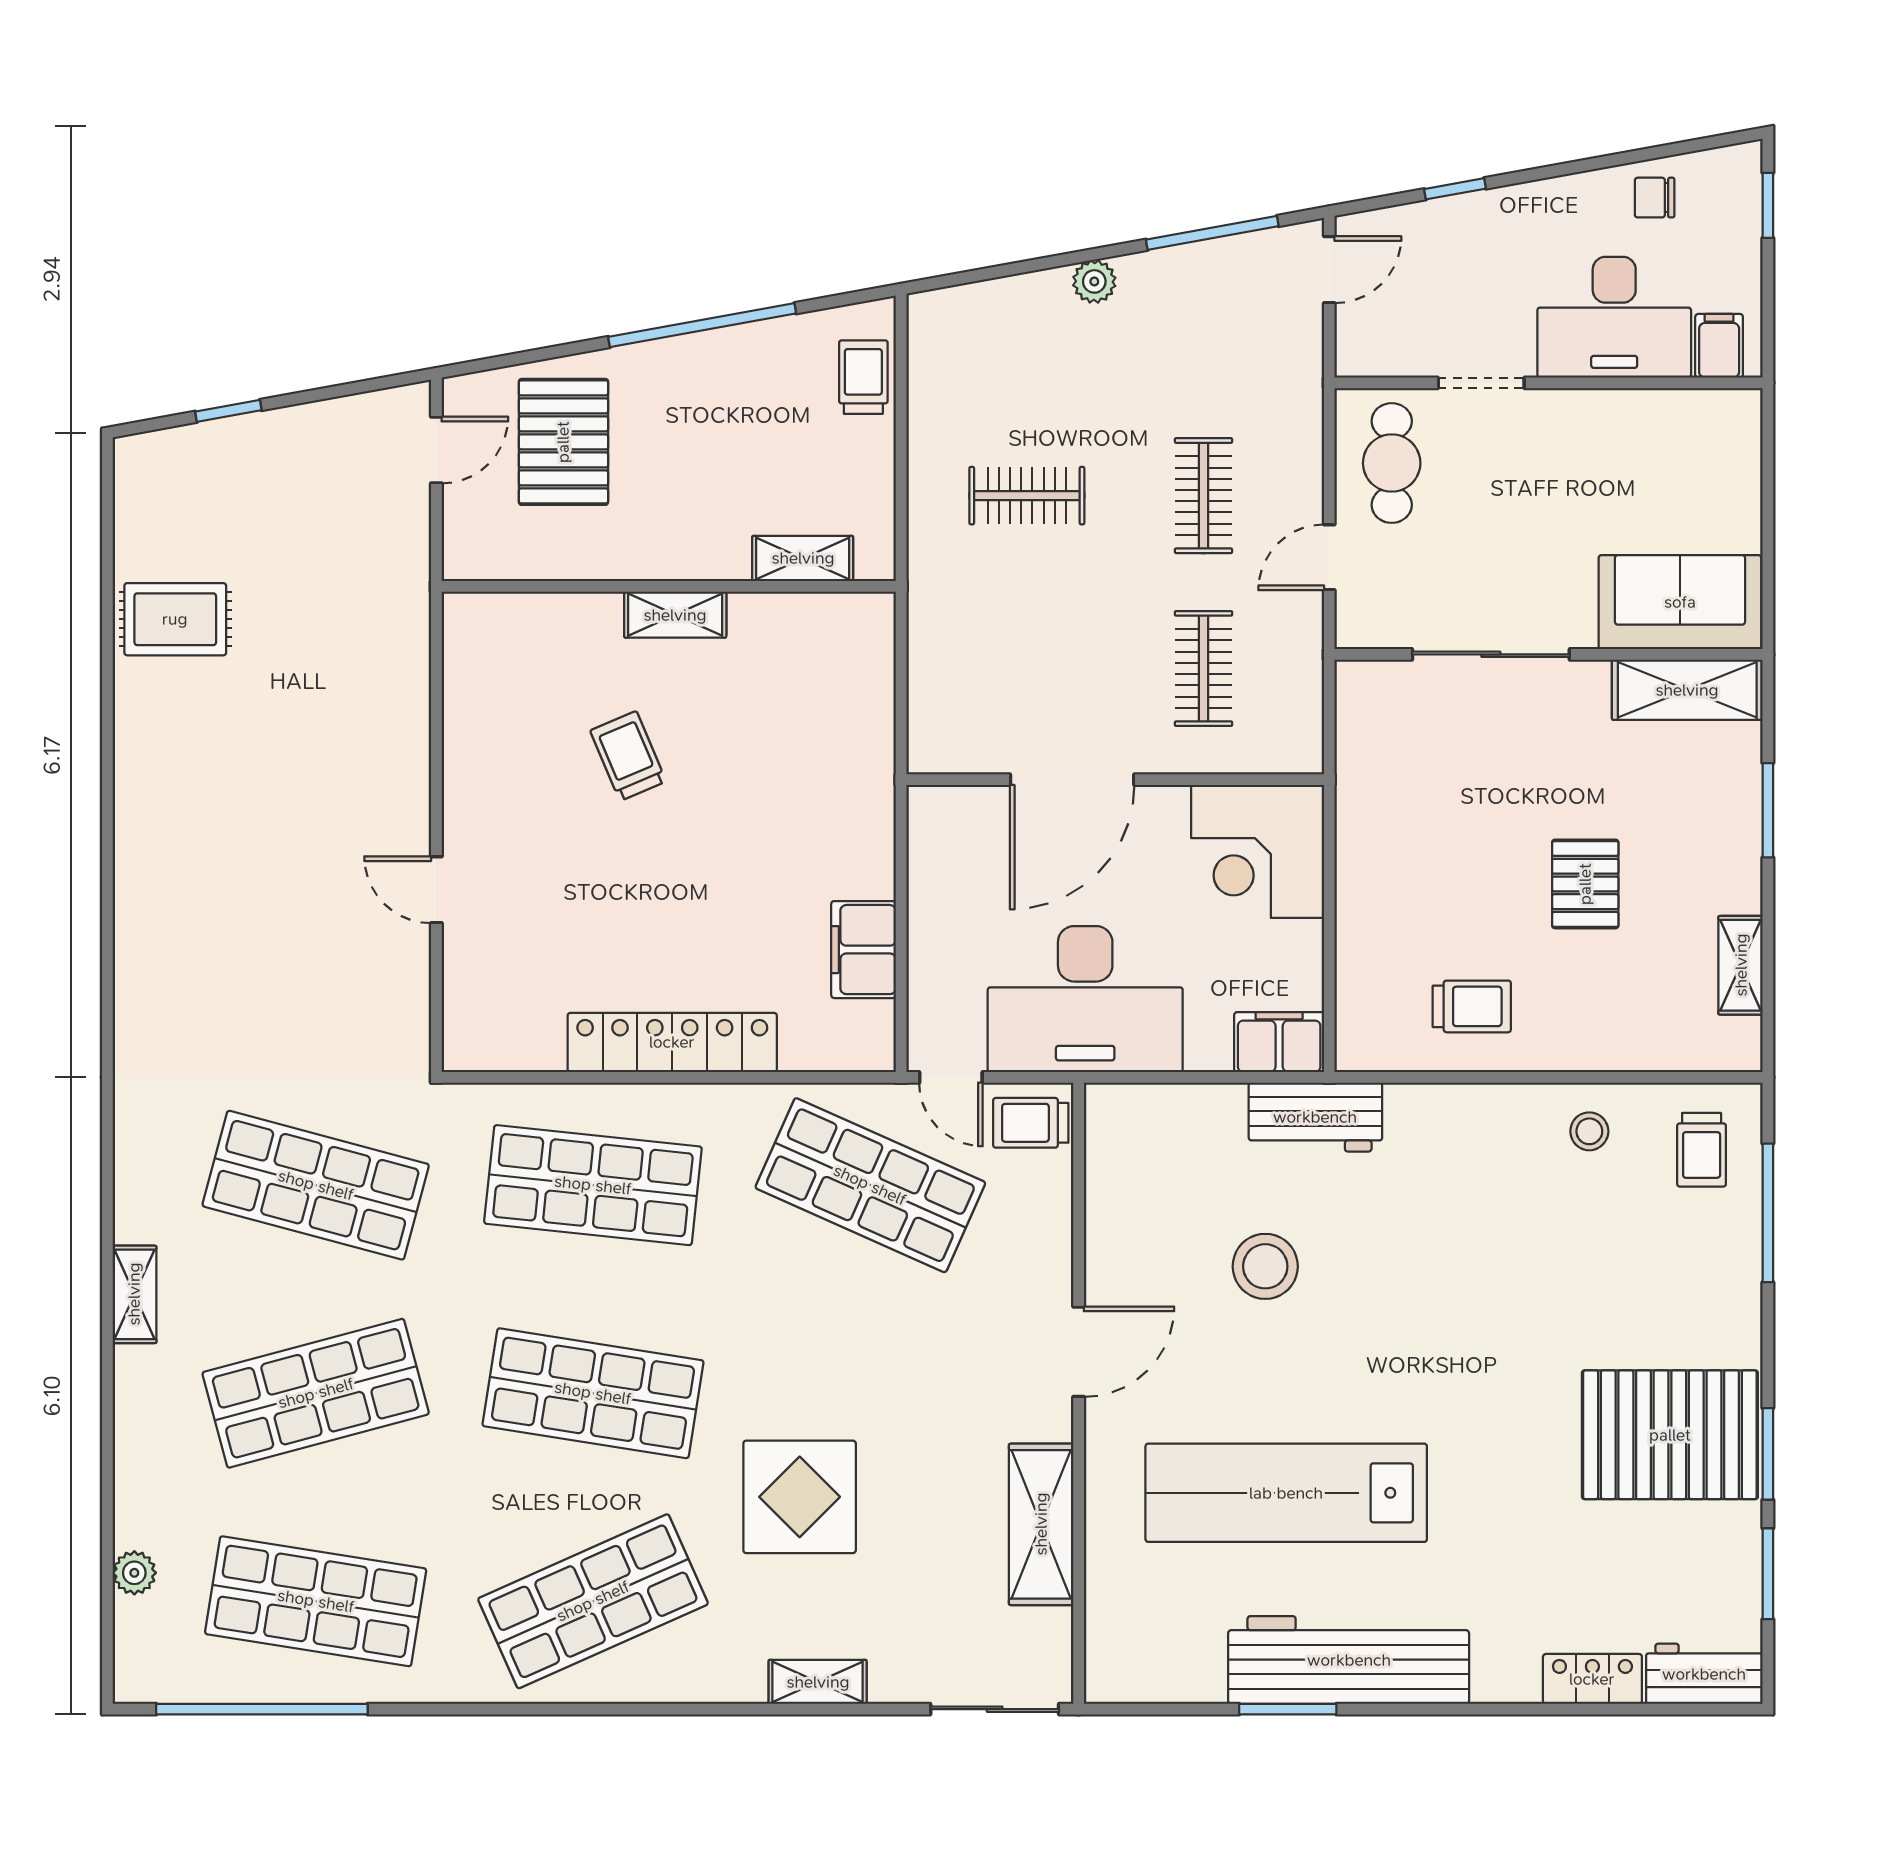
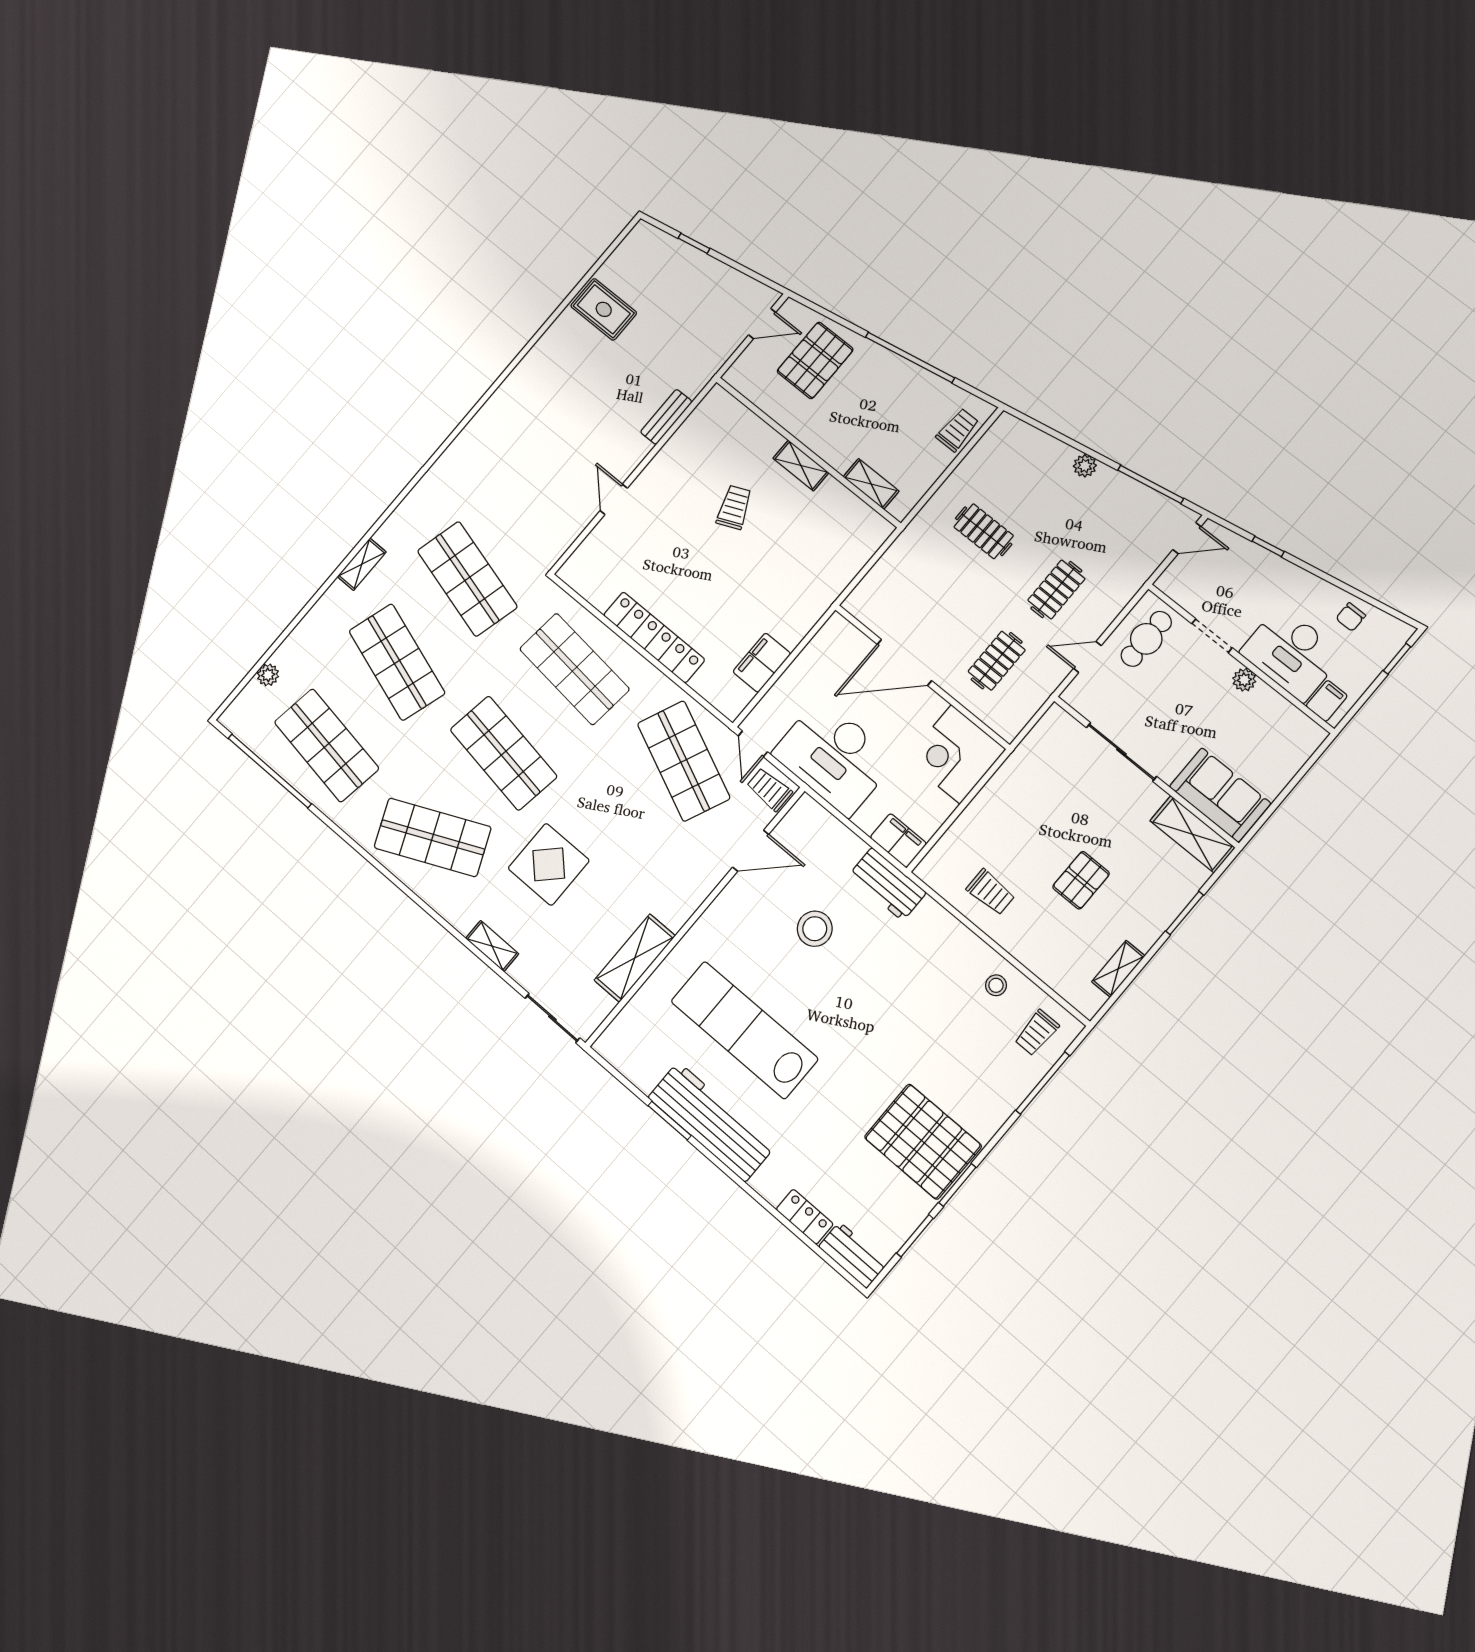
chair: (1655, 198) -> (1351, 617), turned -90
plant: (1579, 409) -> (1244, 680), added
bench: (410, 704) -> (666, 417), added
door: (1079, 1352) -> (751, 851), moved
shop shelf: (316, 1393) -> (397, 662), turned 33

